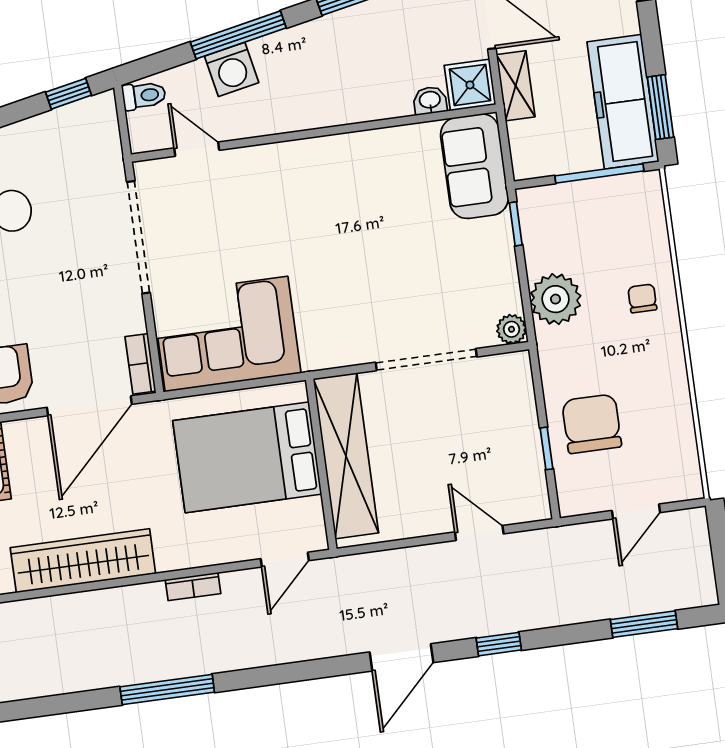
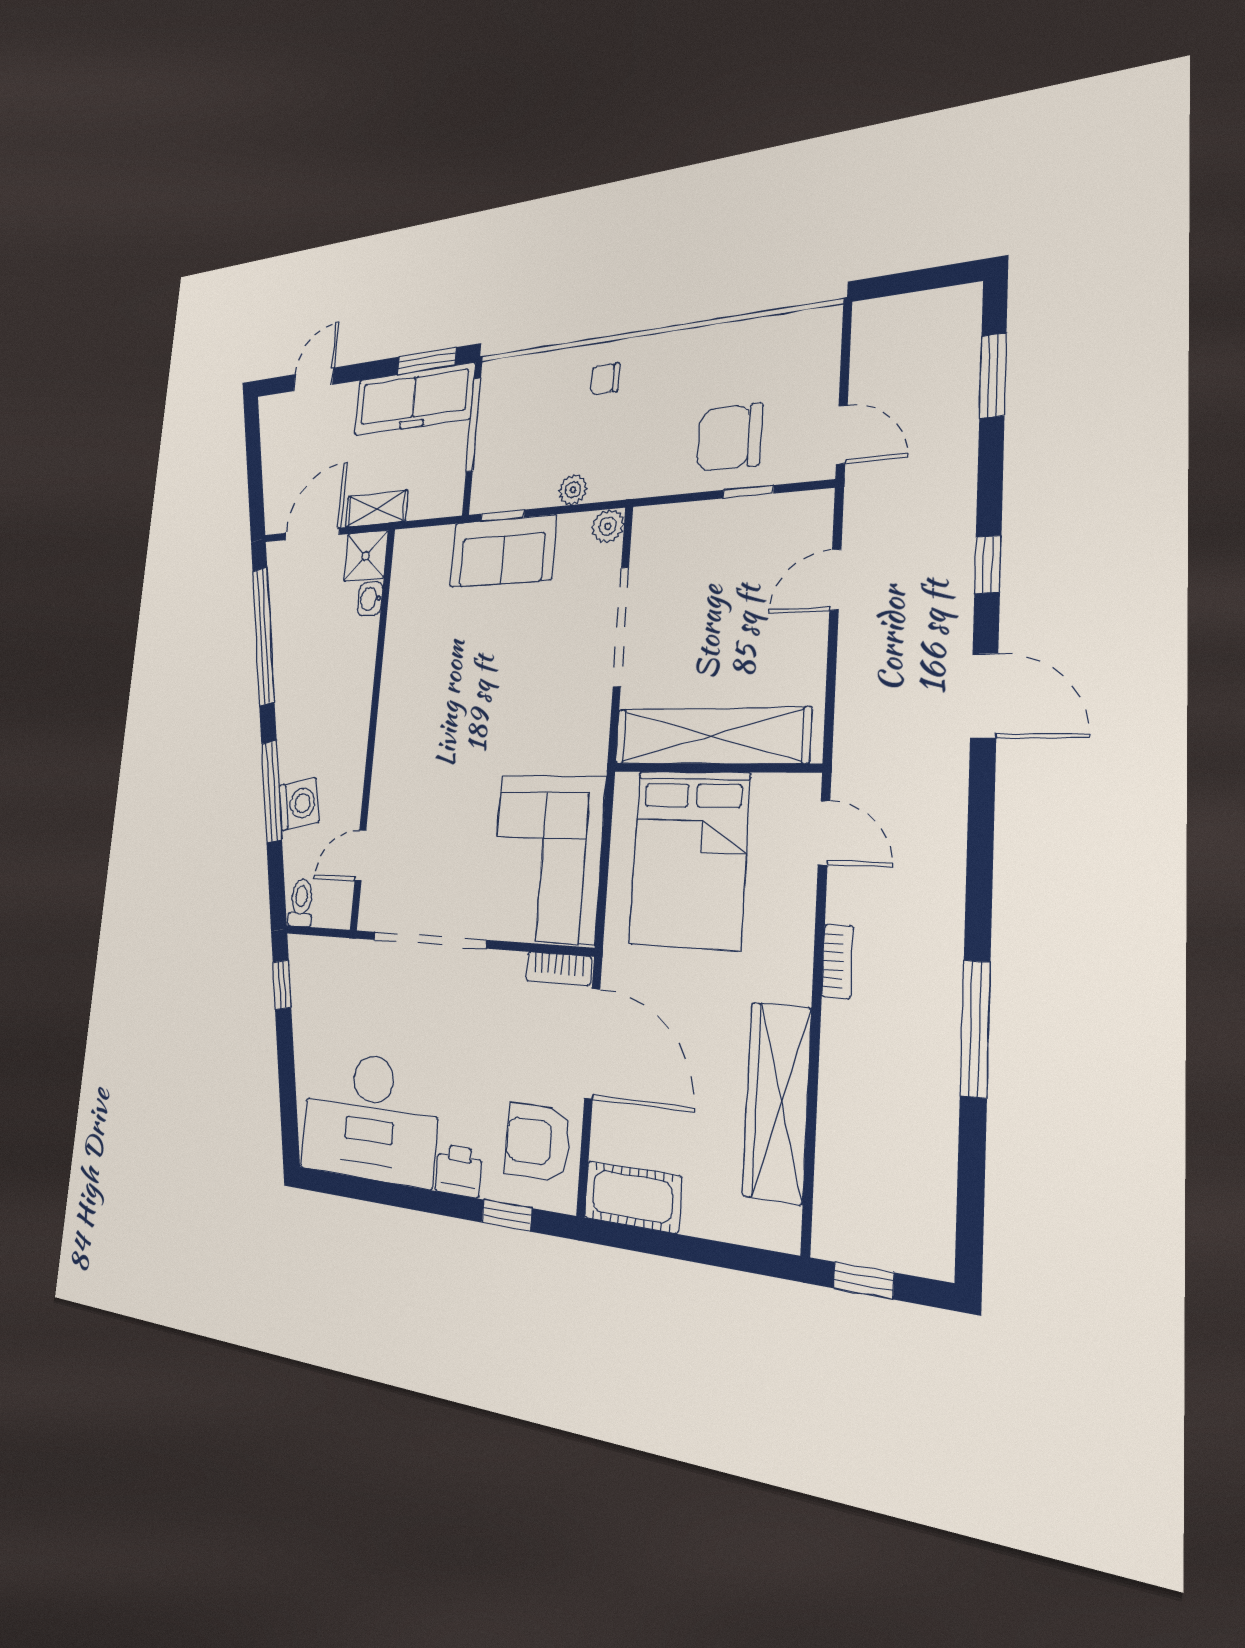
sofa: (474, 166) -> (503, 551), moved
plant: (556, 299) -> (573, 490), width x0.53, depth x0.53
door: (636, 511) -> (842, 435), moved

